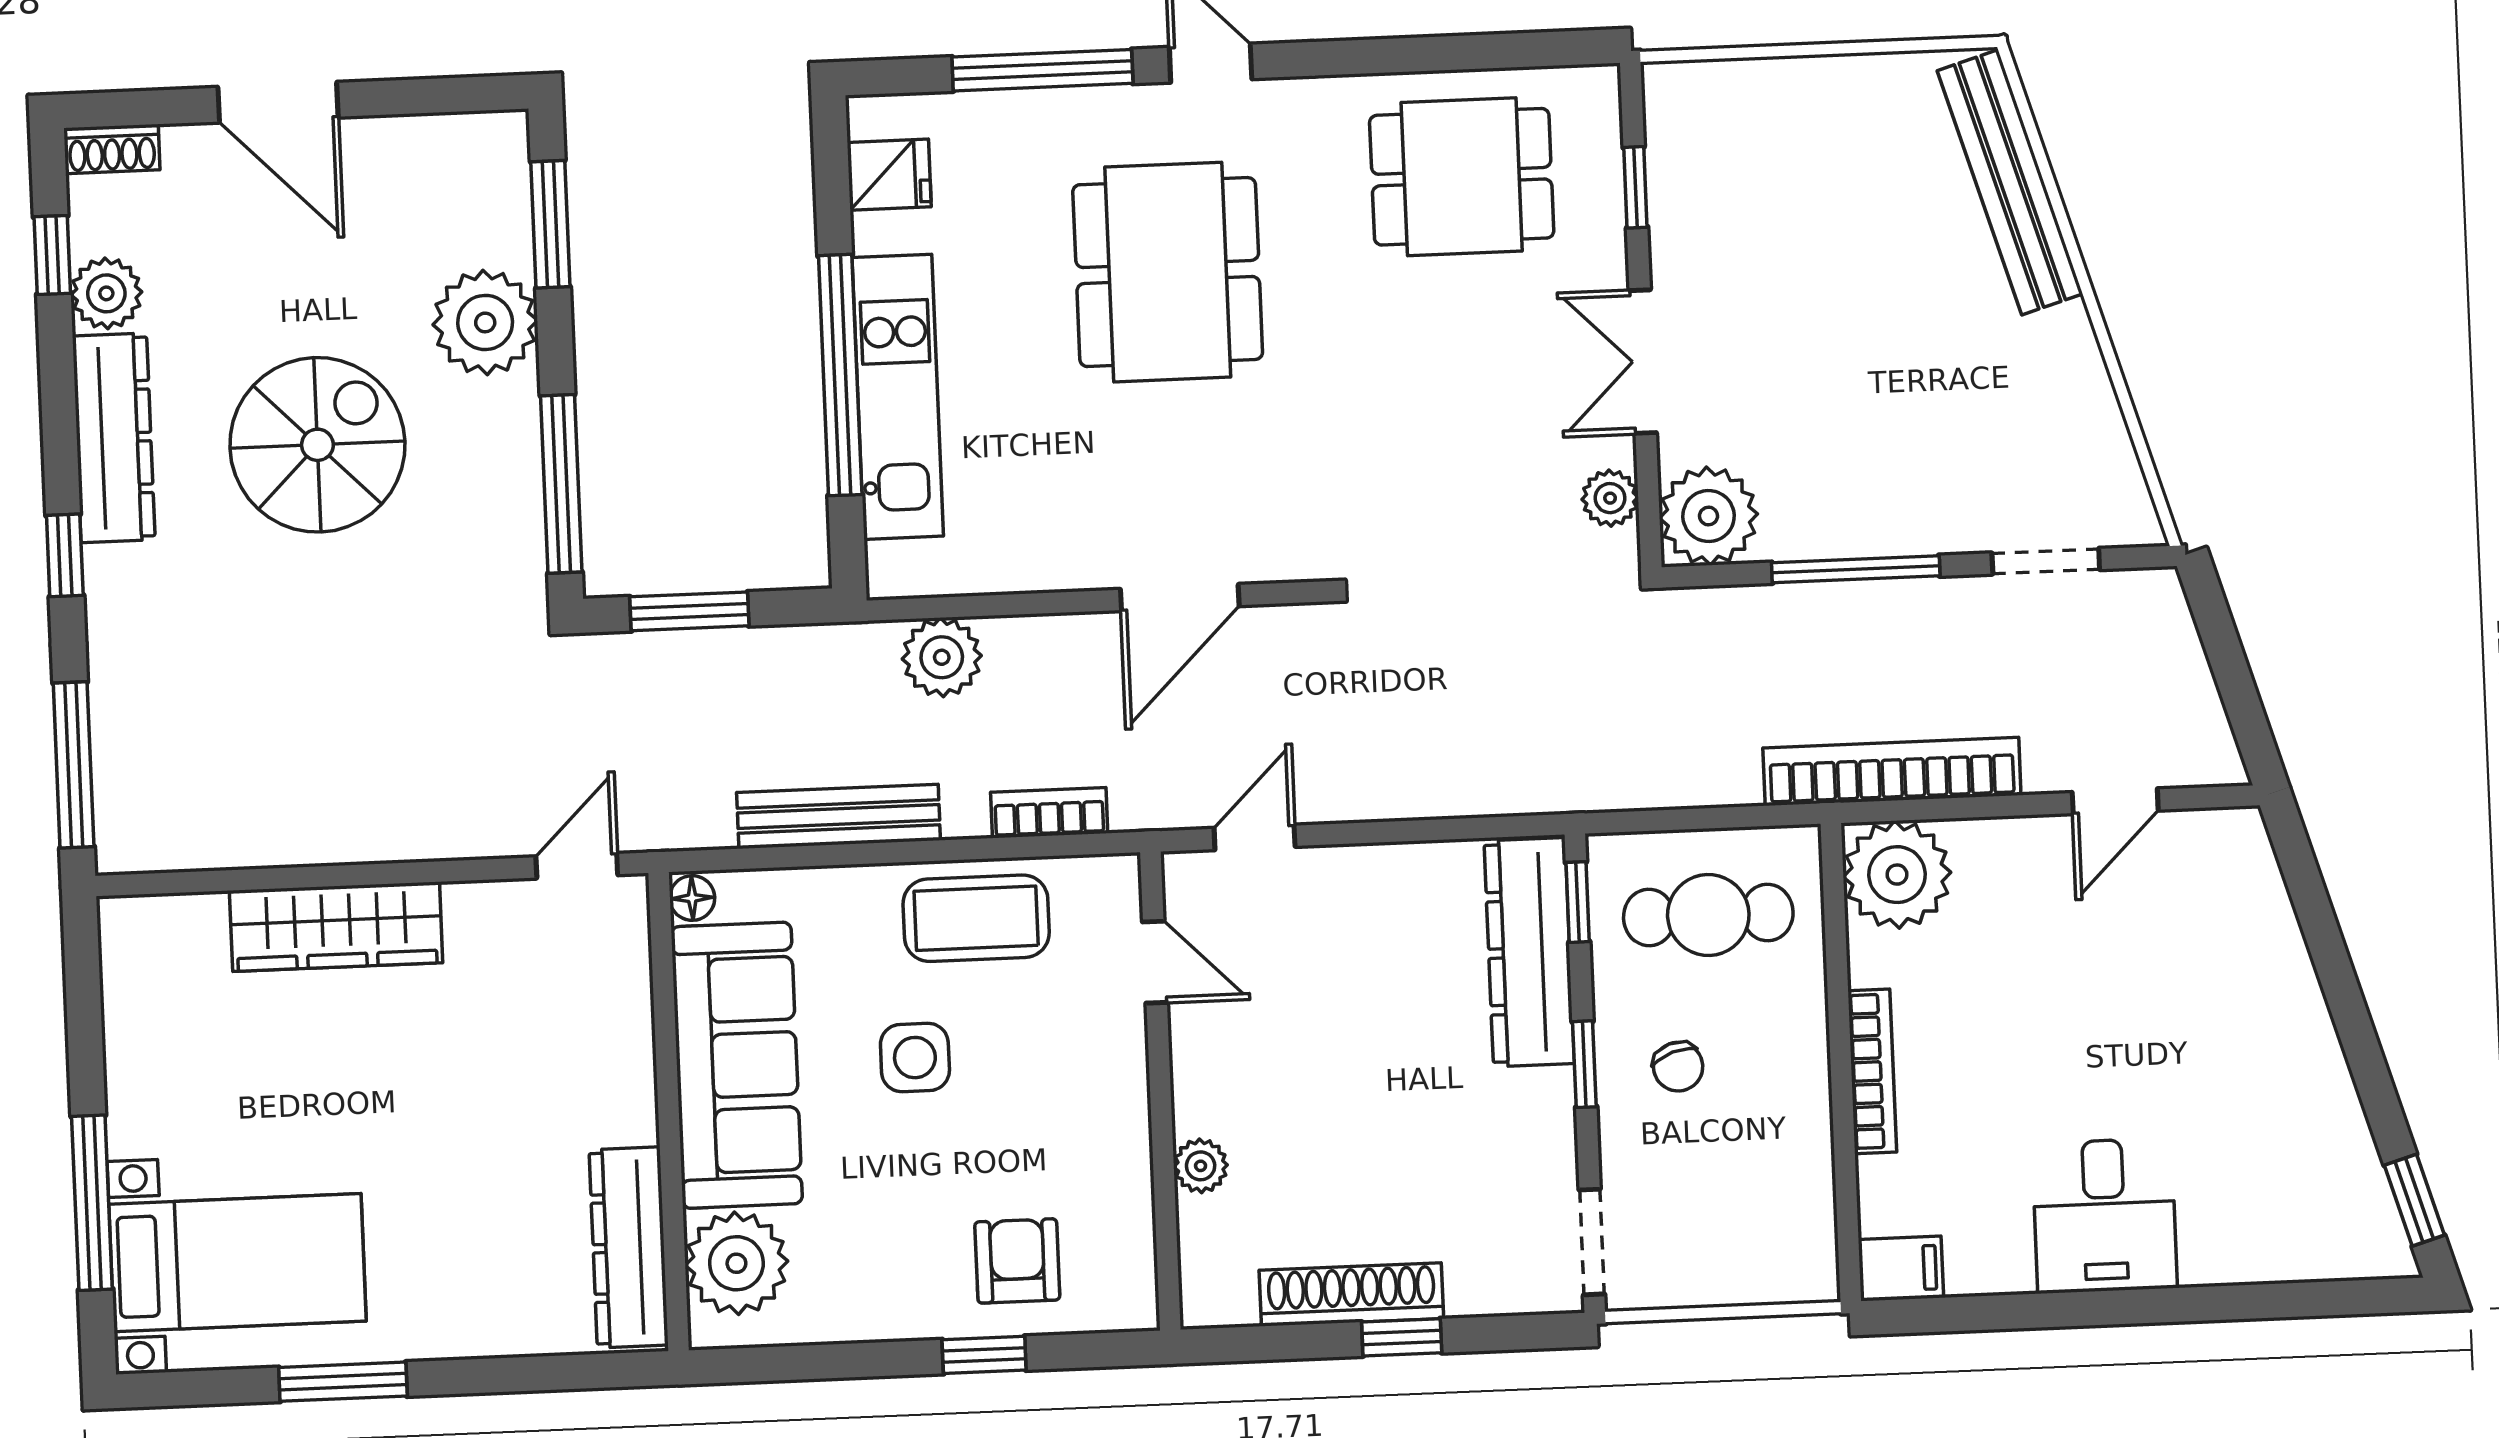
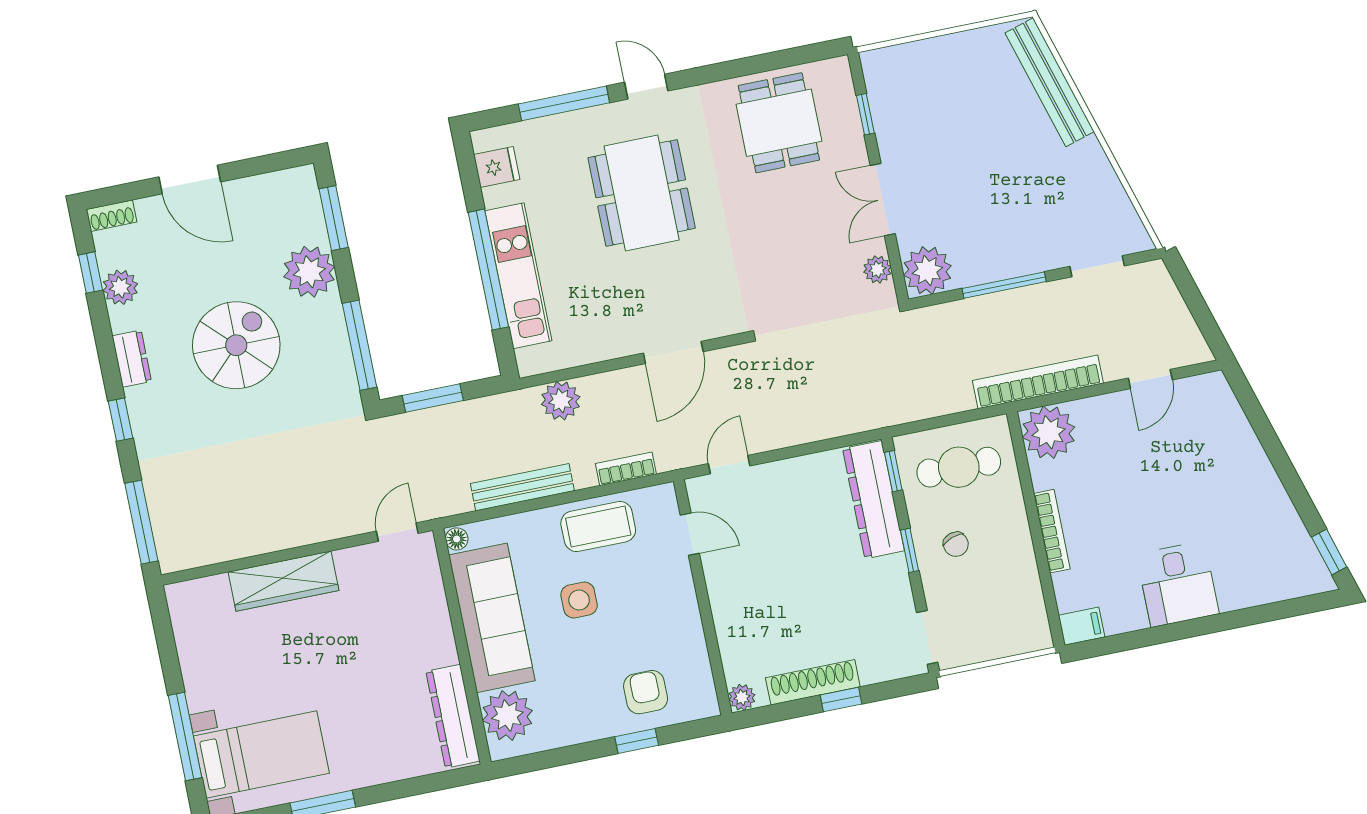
dining table: (1462, 177) -> (779, 123), turned 90
dresser: (114, 438) -> (132, 359), width x0.51, depth x0.80
plant: (1201, 1166) -> (742, 697), moved

